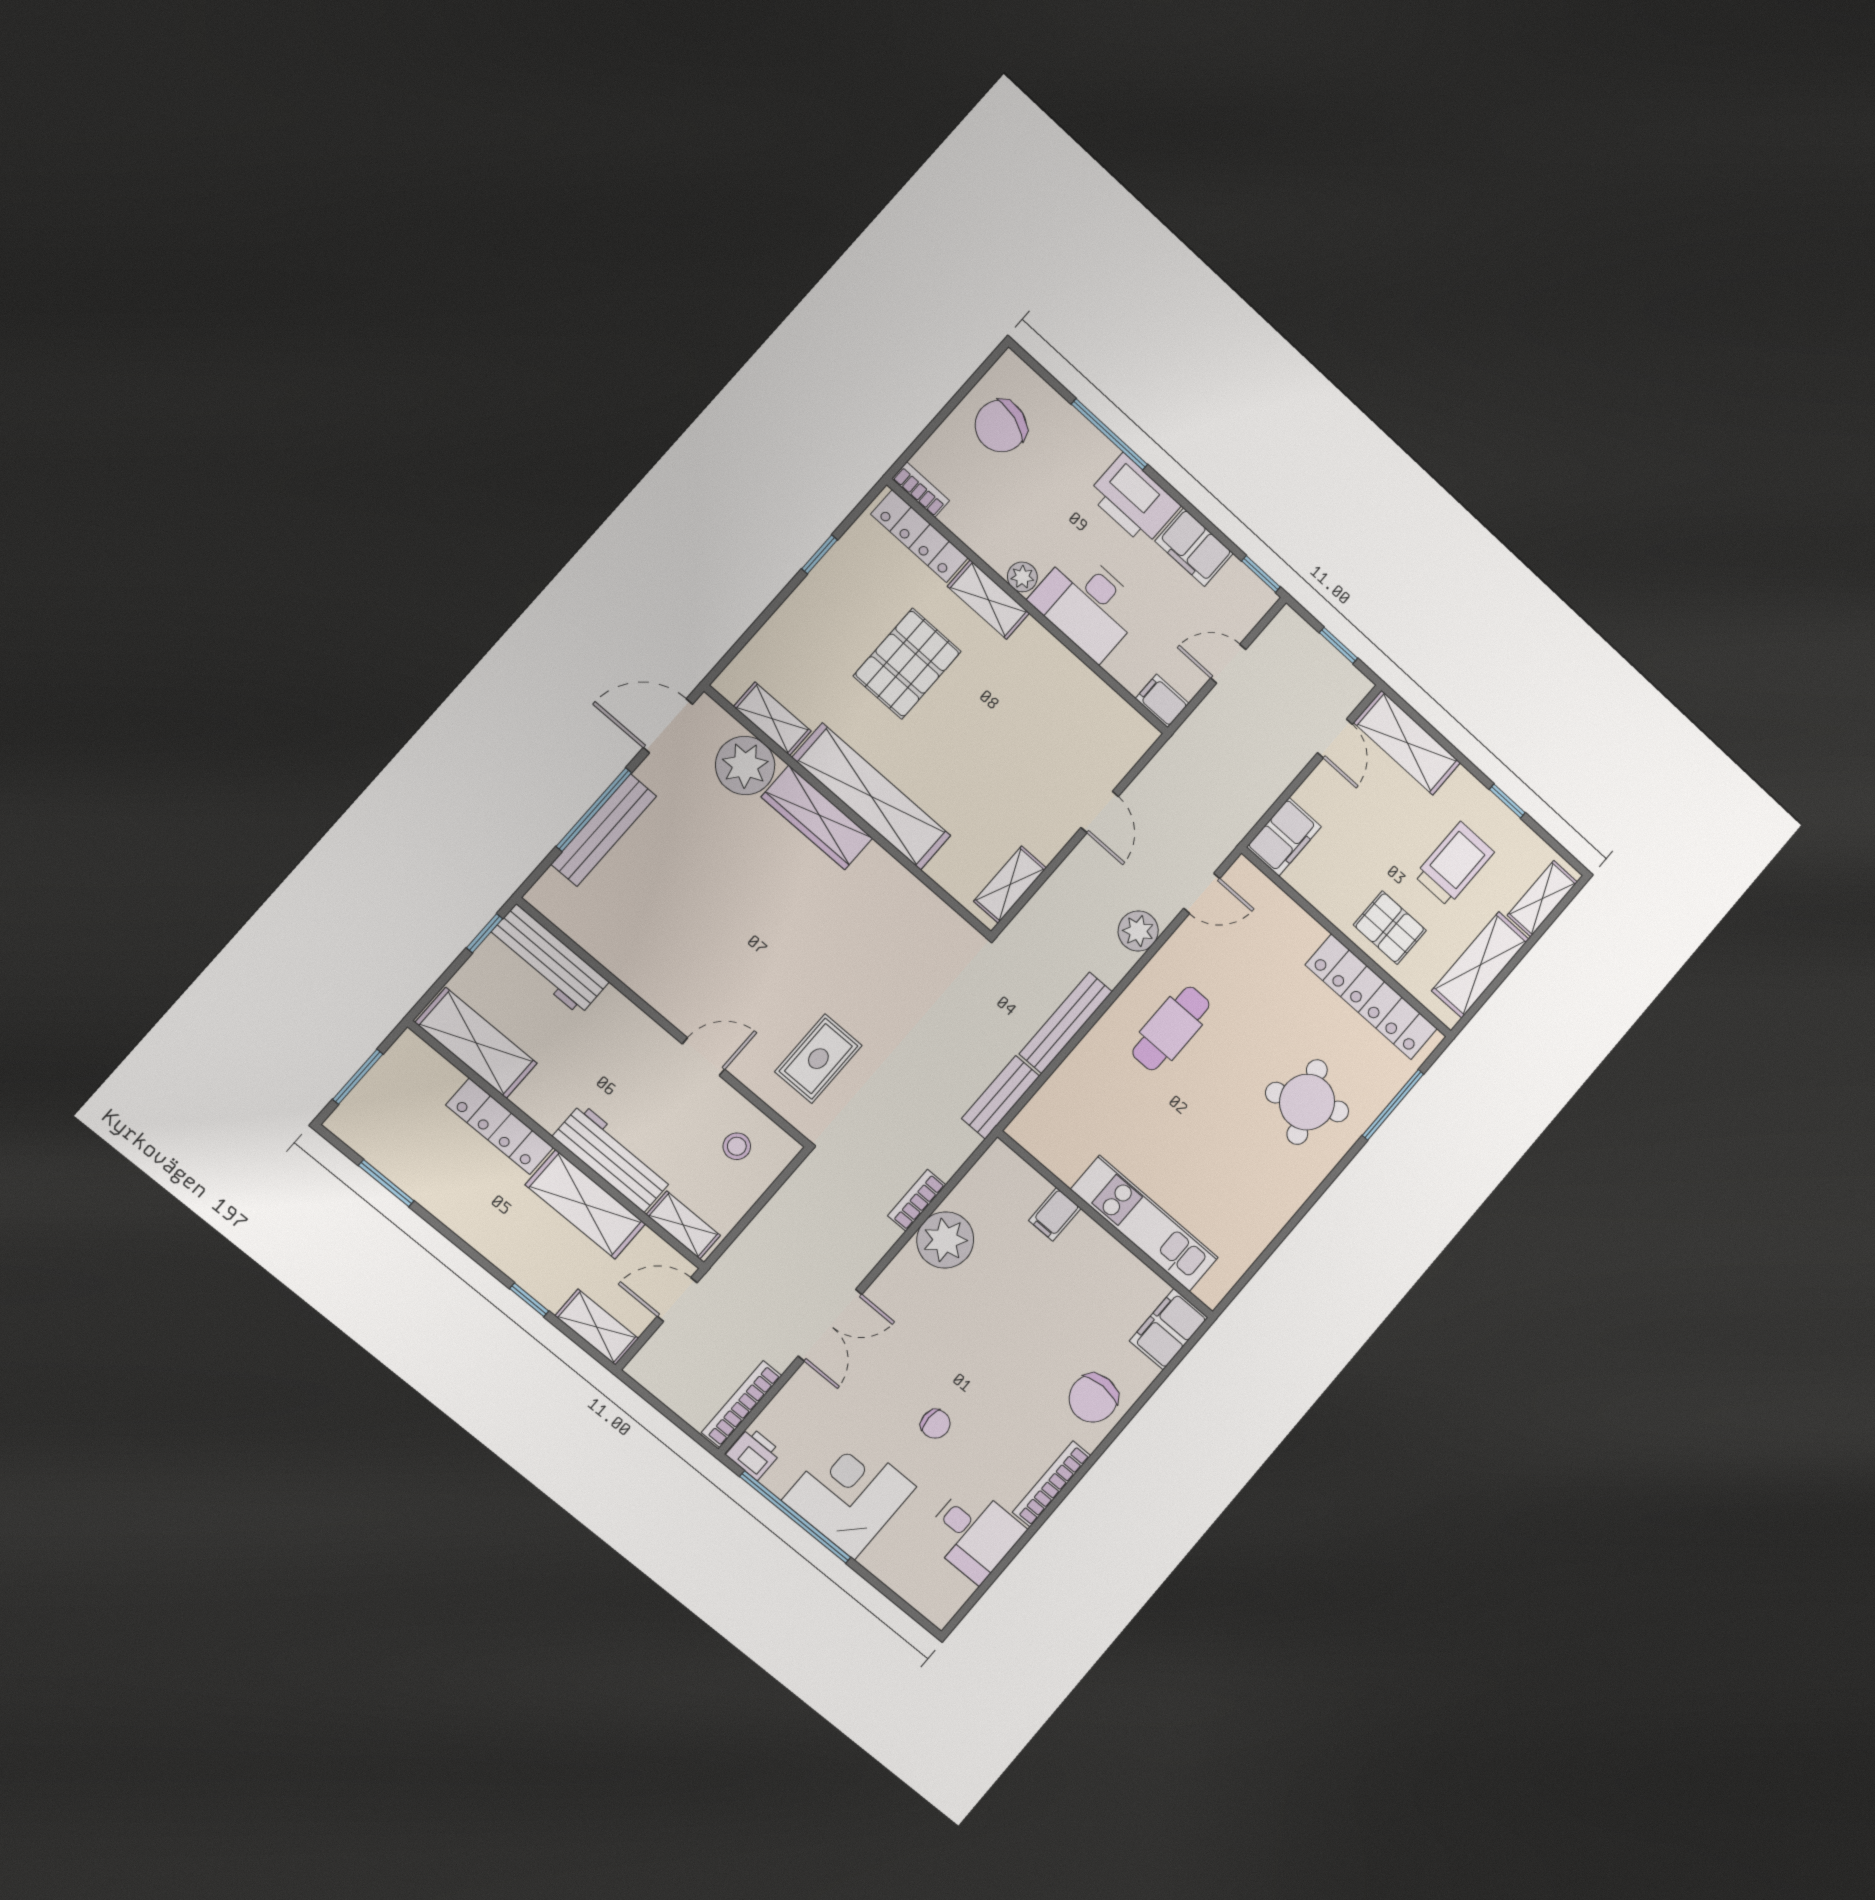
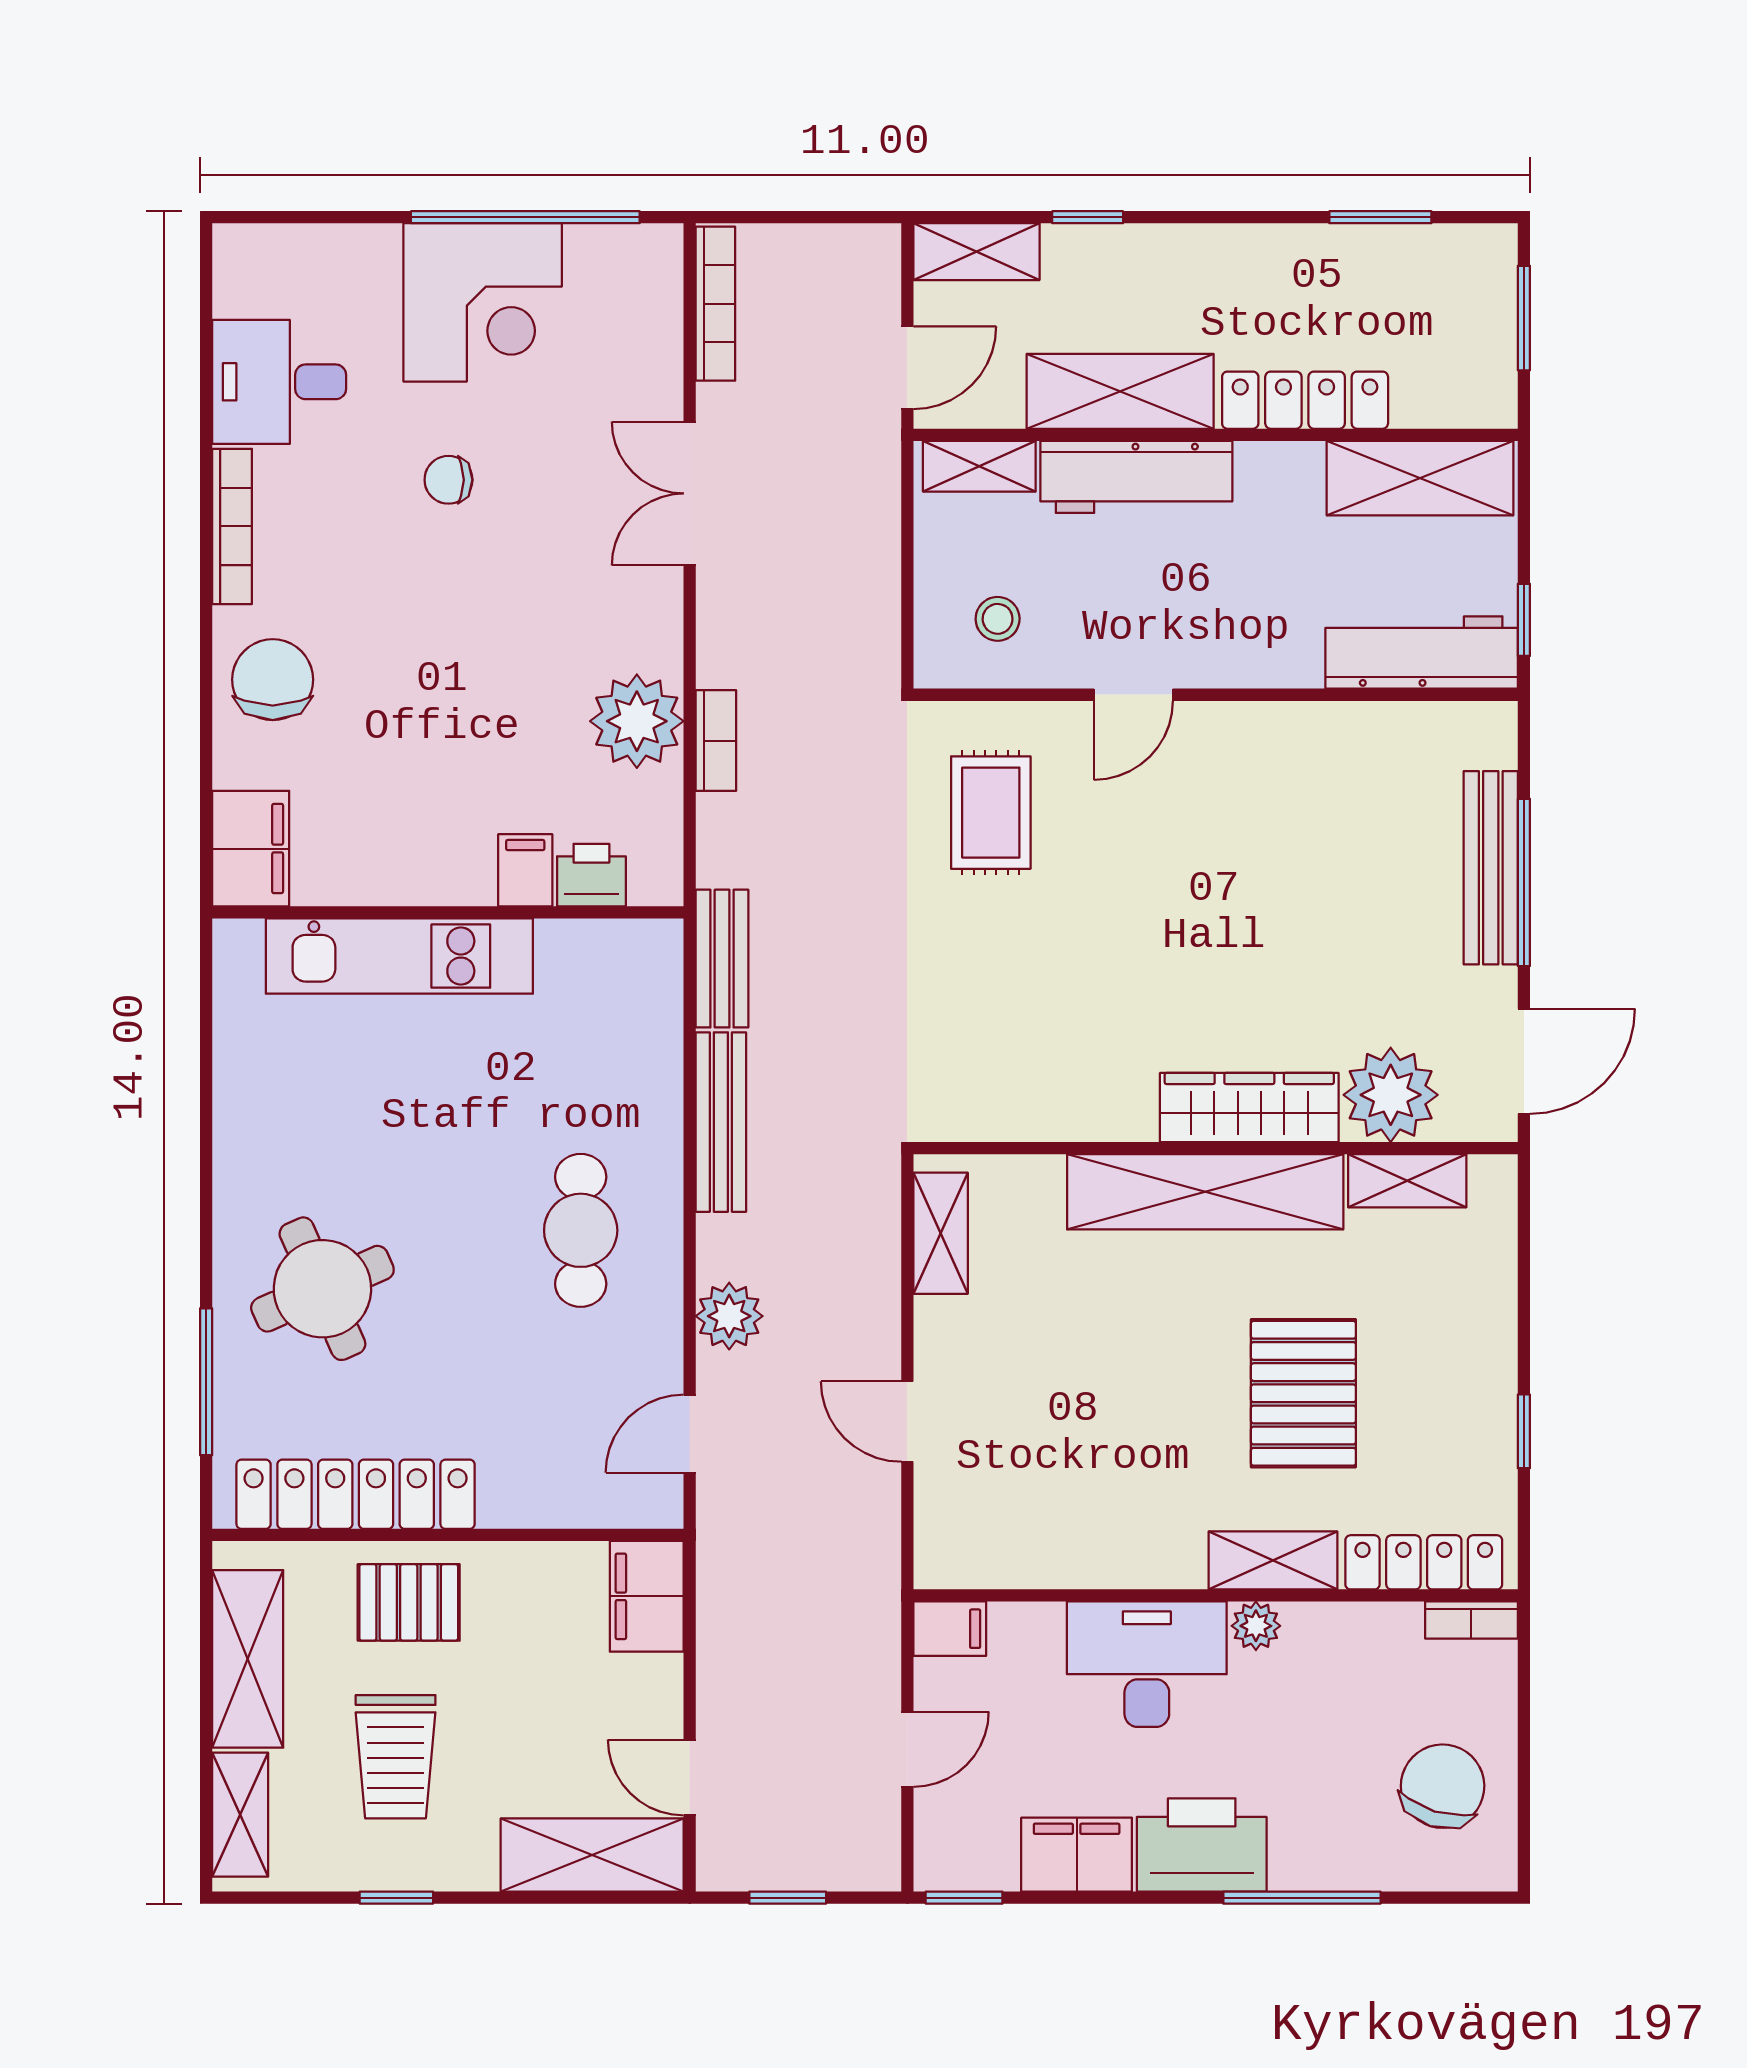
printer: (754, 1453) -> (591, 875), moved, turned 180

